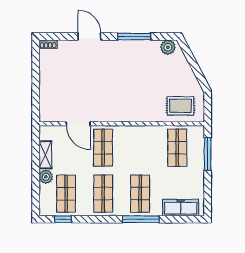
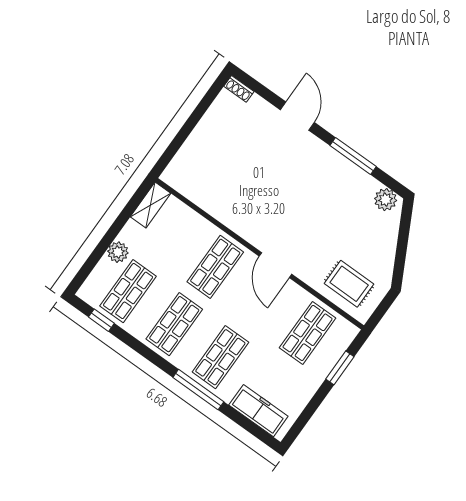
door: (78, 124) -> (275, 265), moved
window: (208, 154) -> (340, 368), width x0.69
shelving: (45, 155) -> (151, 205), moved

